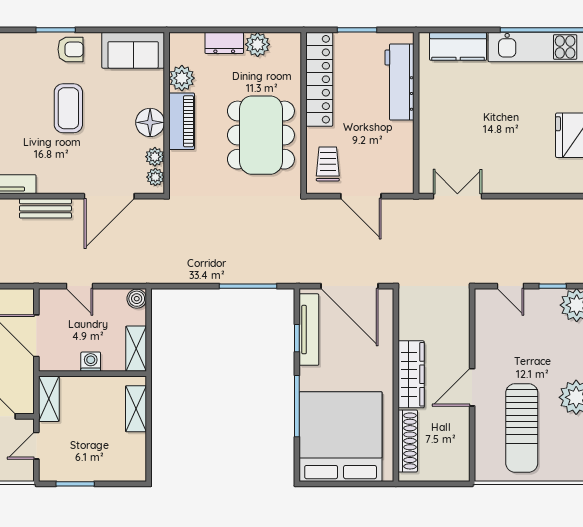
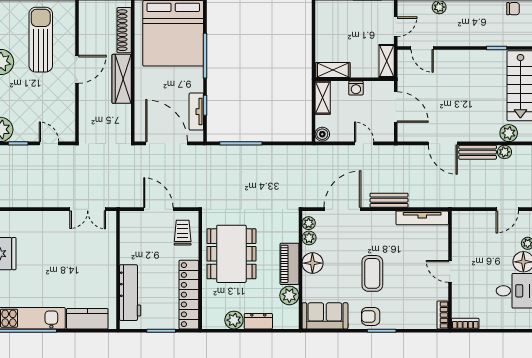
trolley: (328, 164) -> (183, 233), turned 180
tv unit: (309, 330) -> (196, 112), width x0.71
shelving: (136, 409) -> (333, 70), moved, turned 90

